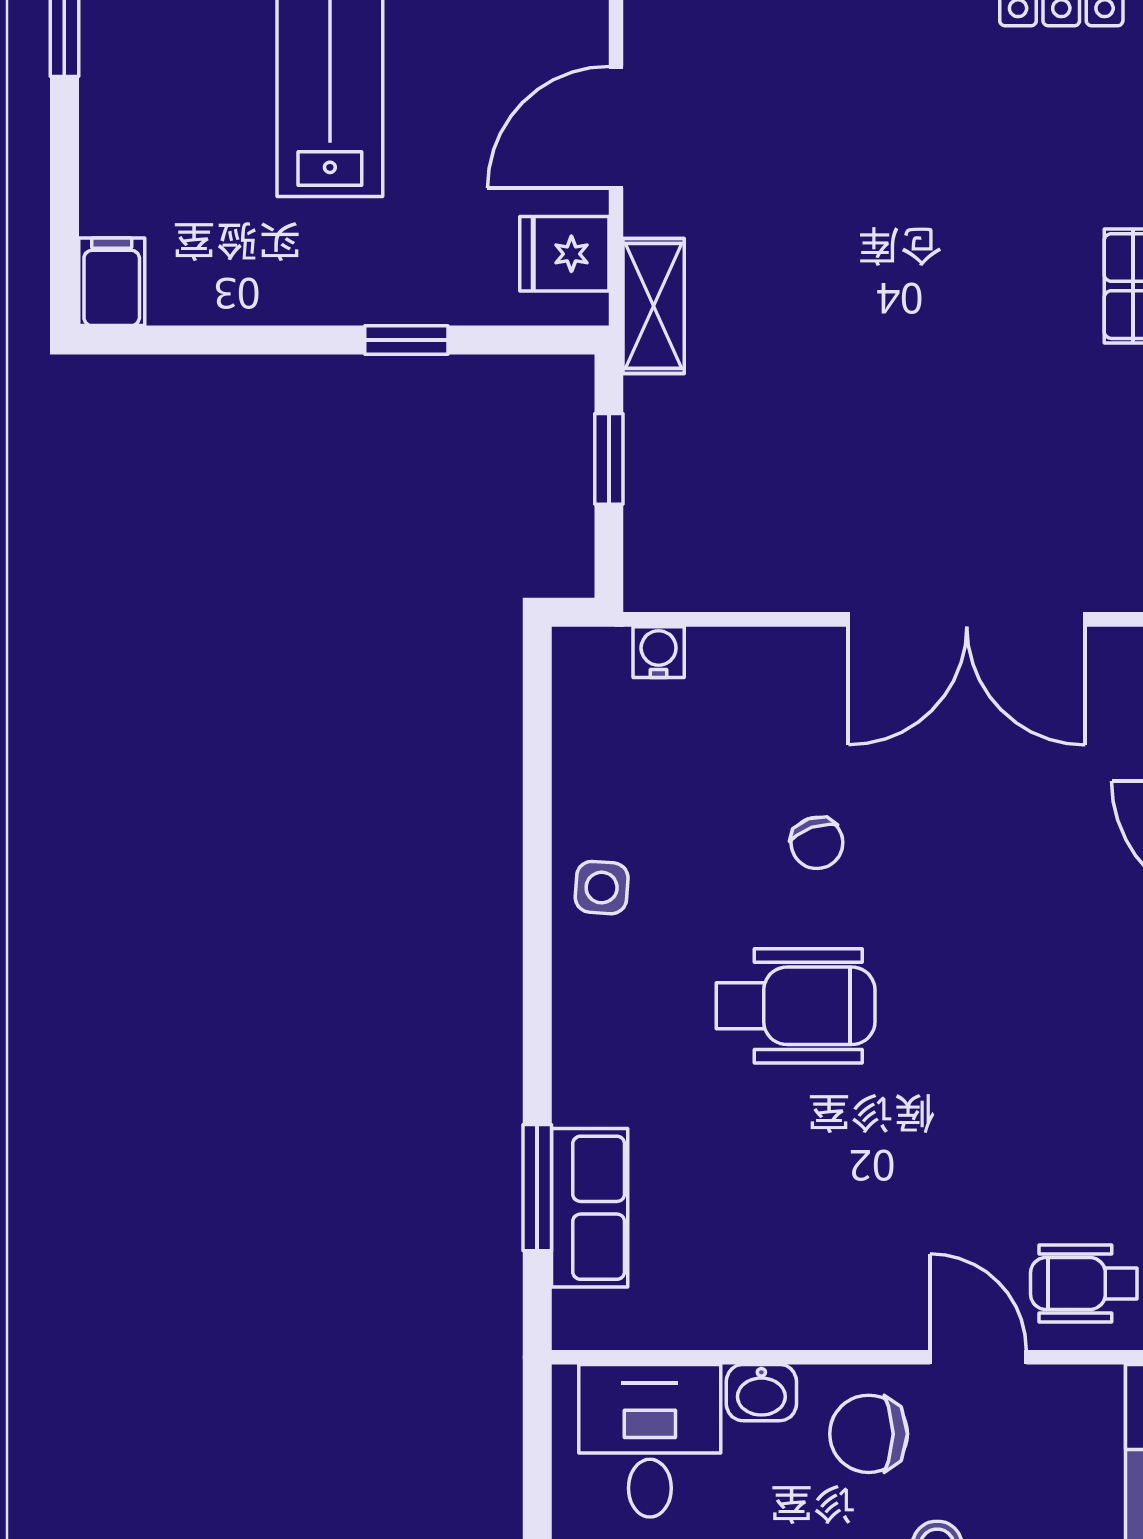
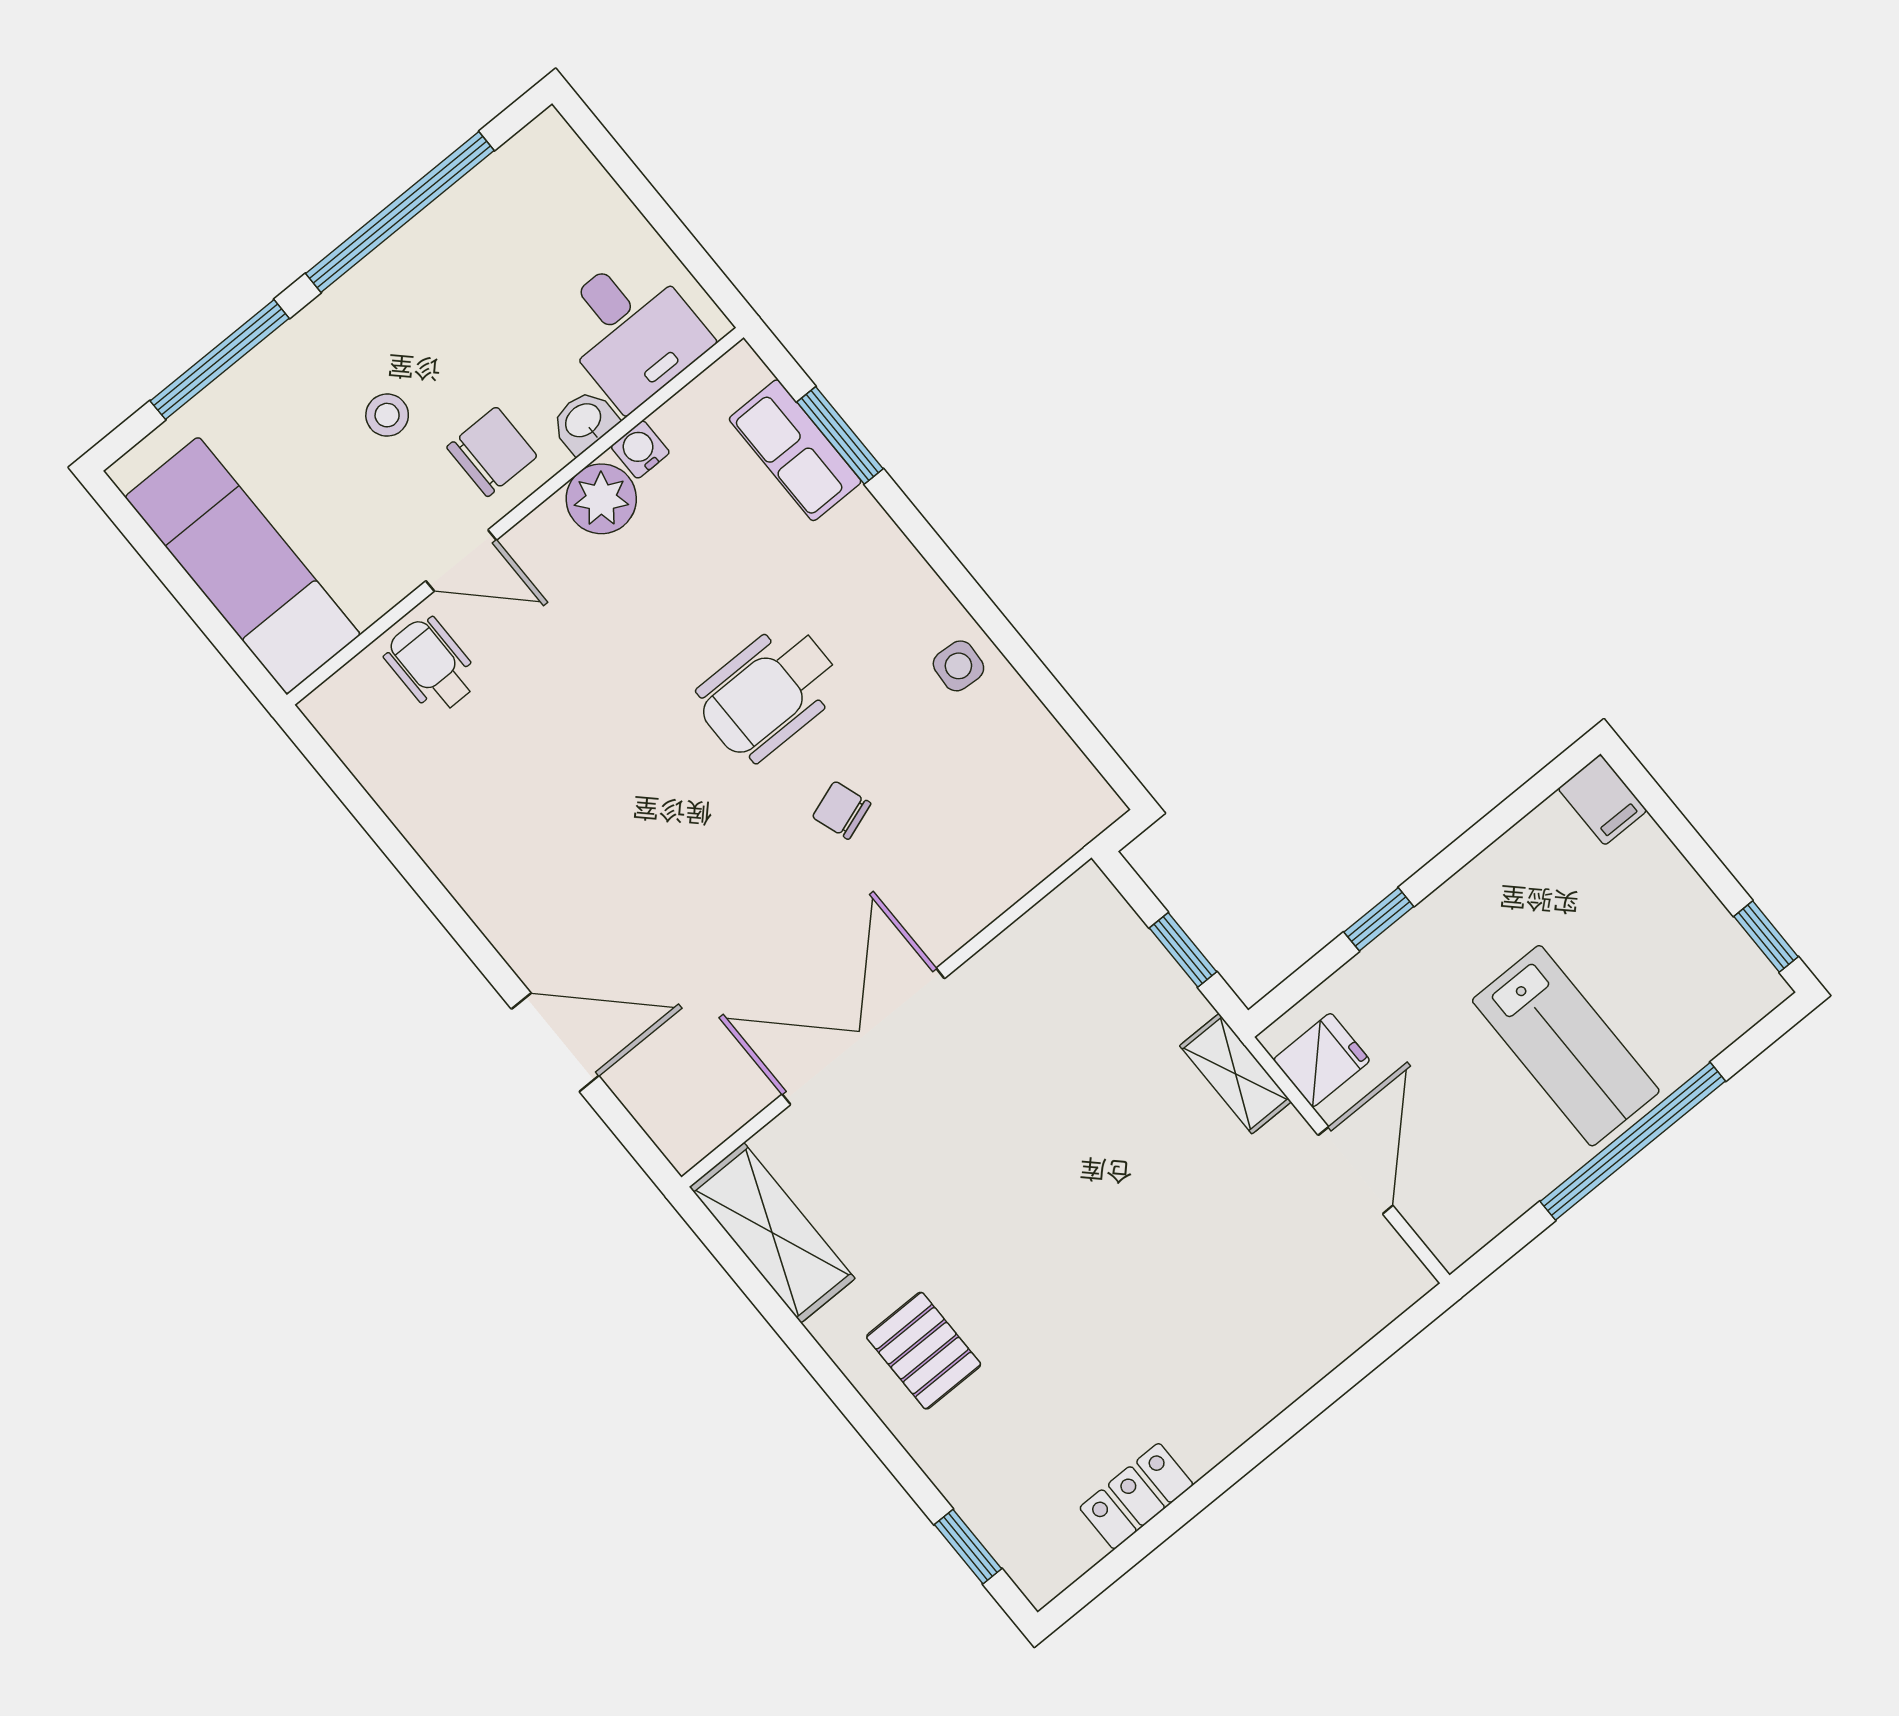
water cooler: (659, 652) -> (640, 450), moved, turned 180
wheelchair: (1084, 1283) -> (432, 665), turned -90
plant: (804, 1309) -> (601, 499), added

